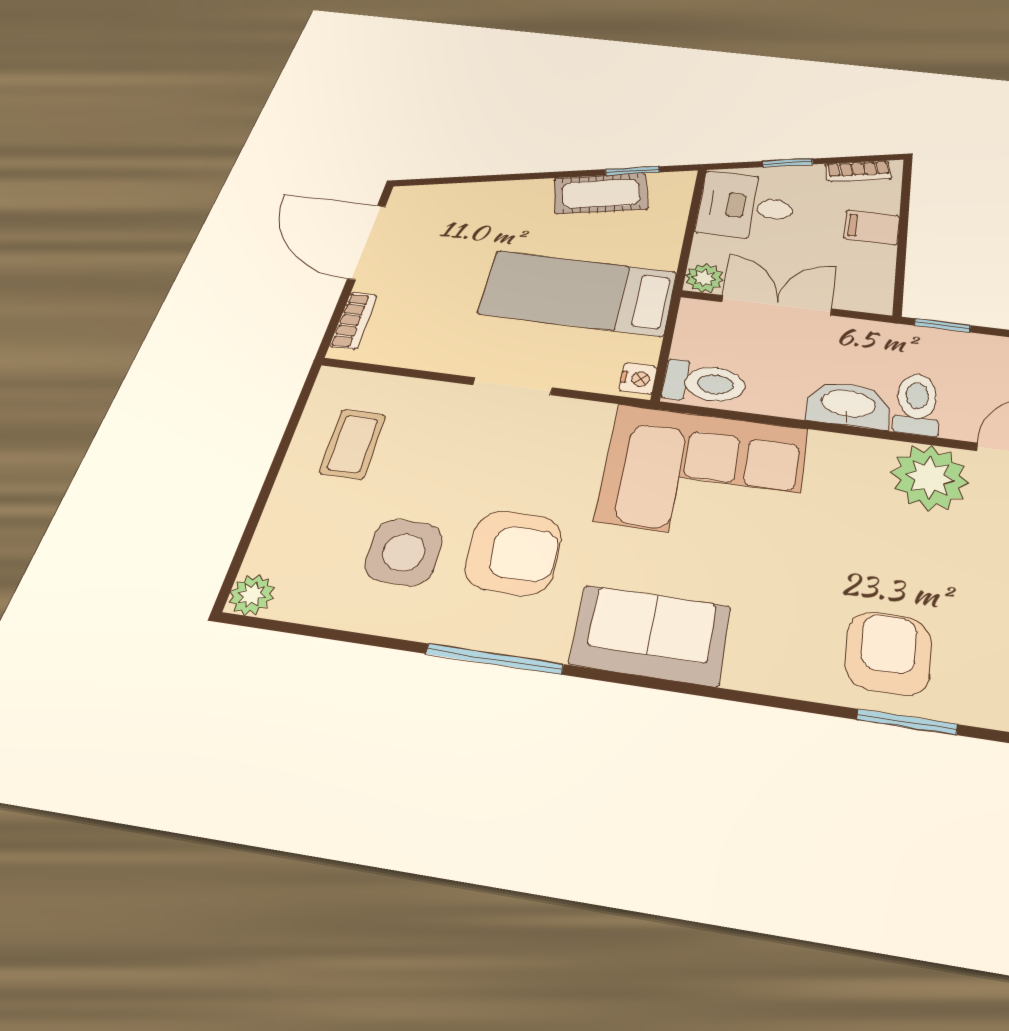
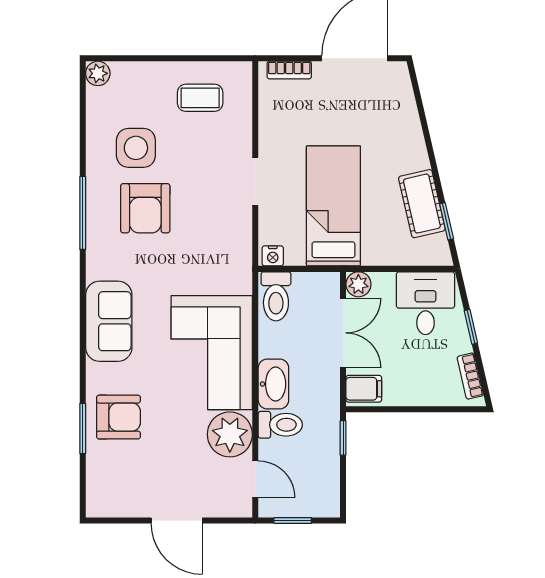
filing cabinet: (872, 227) -> (364, 389), moved, turned 90
corner sofa: (703, 474) -> (212, 353), moved
sofa: (650, 635) -> (109, 321), moved

